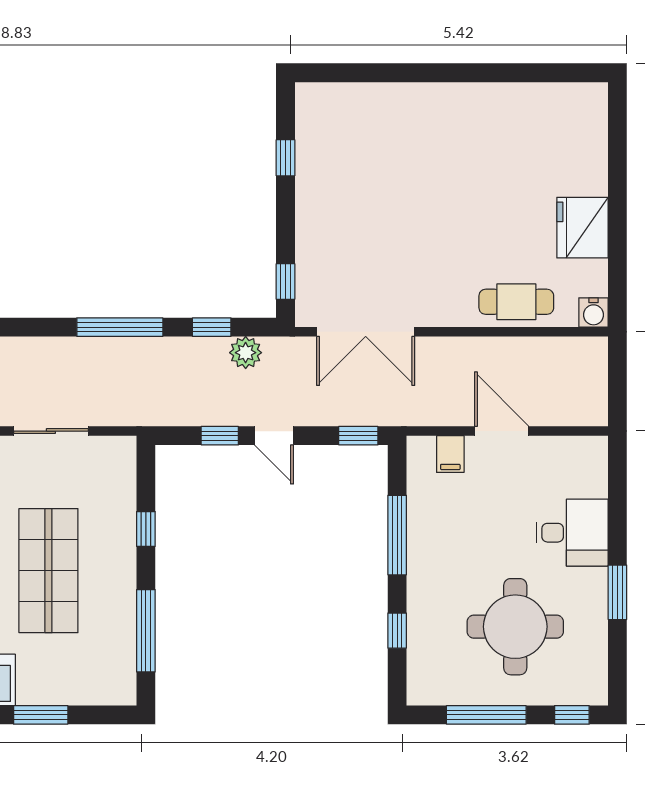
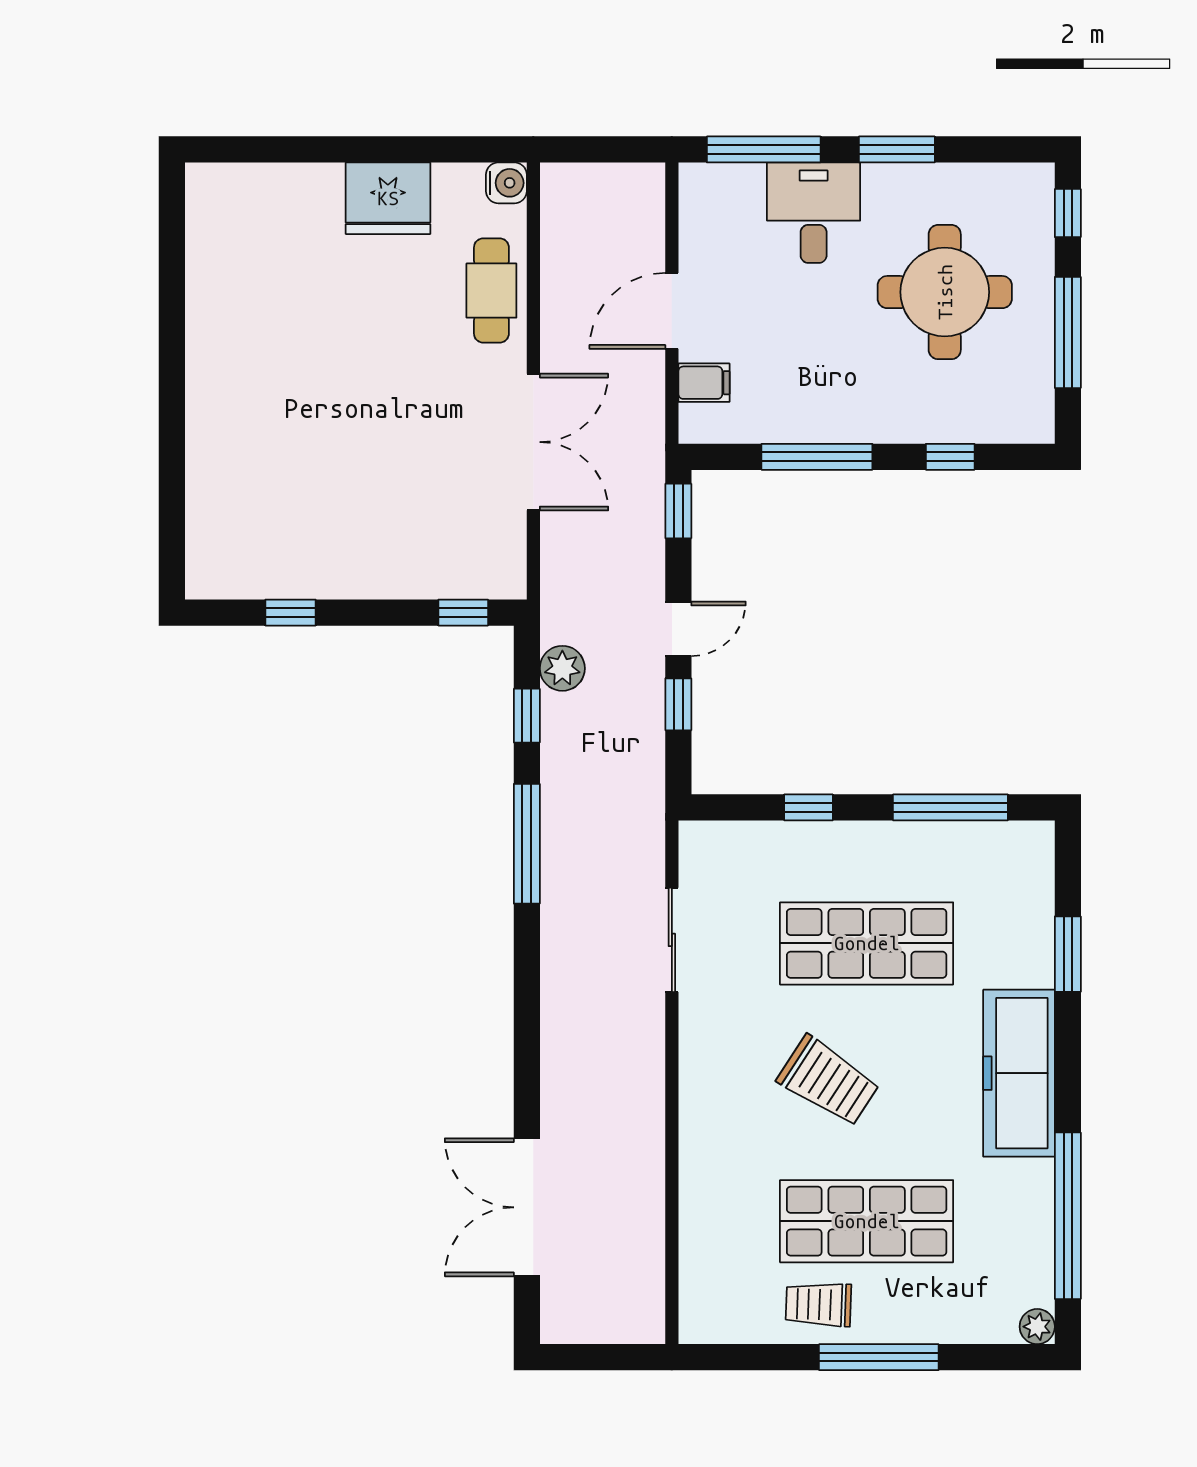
double door: (366, 332) -> (533, 442), moved
window: (617, 497) -> (764, 149), added

